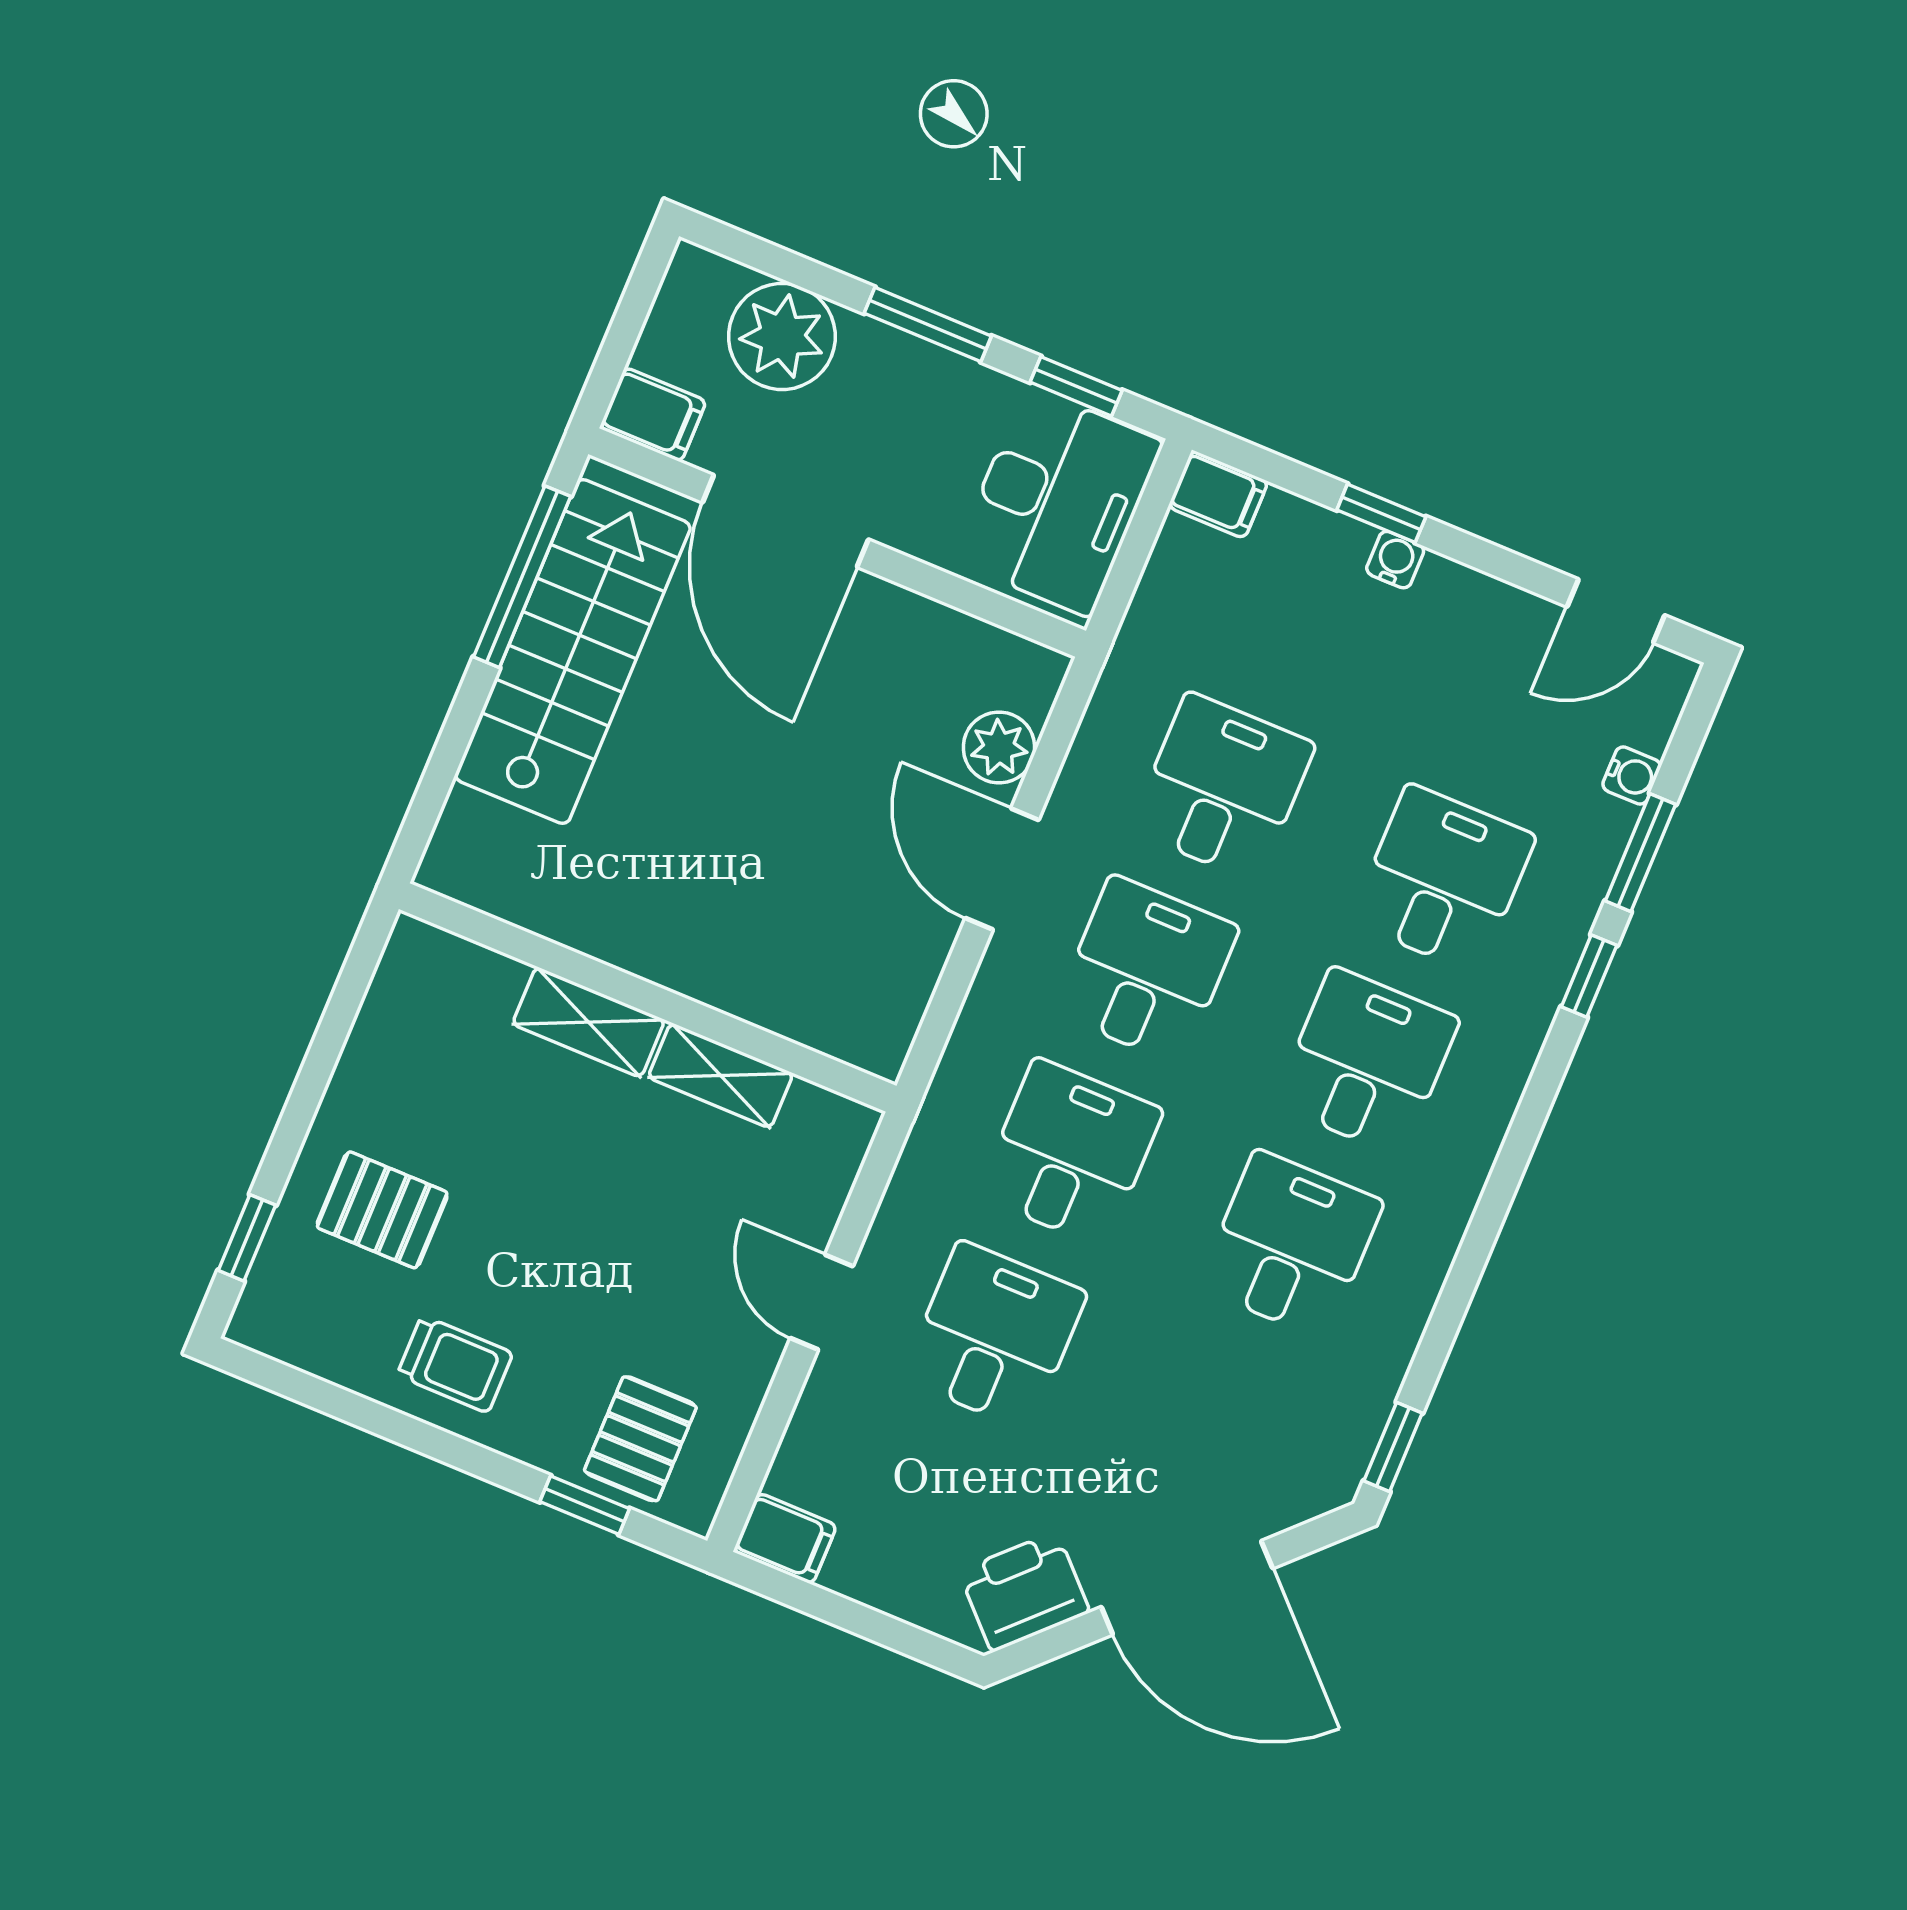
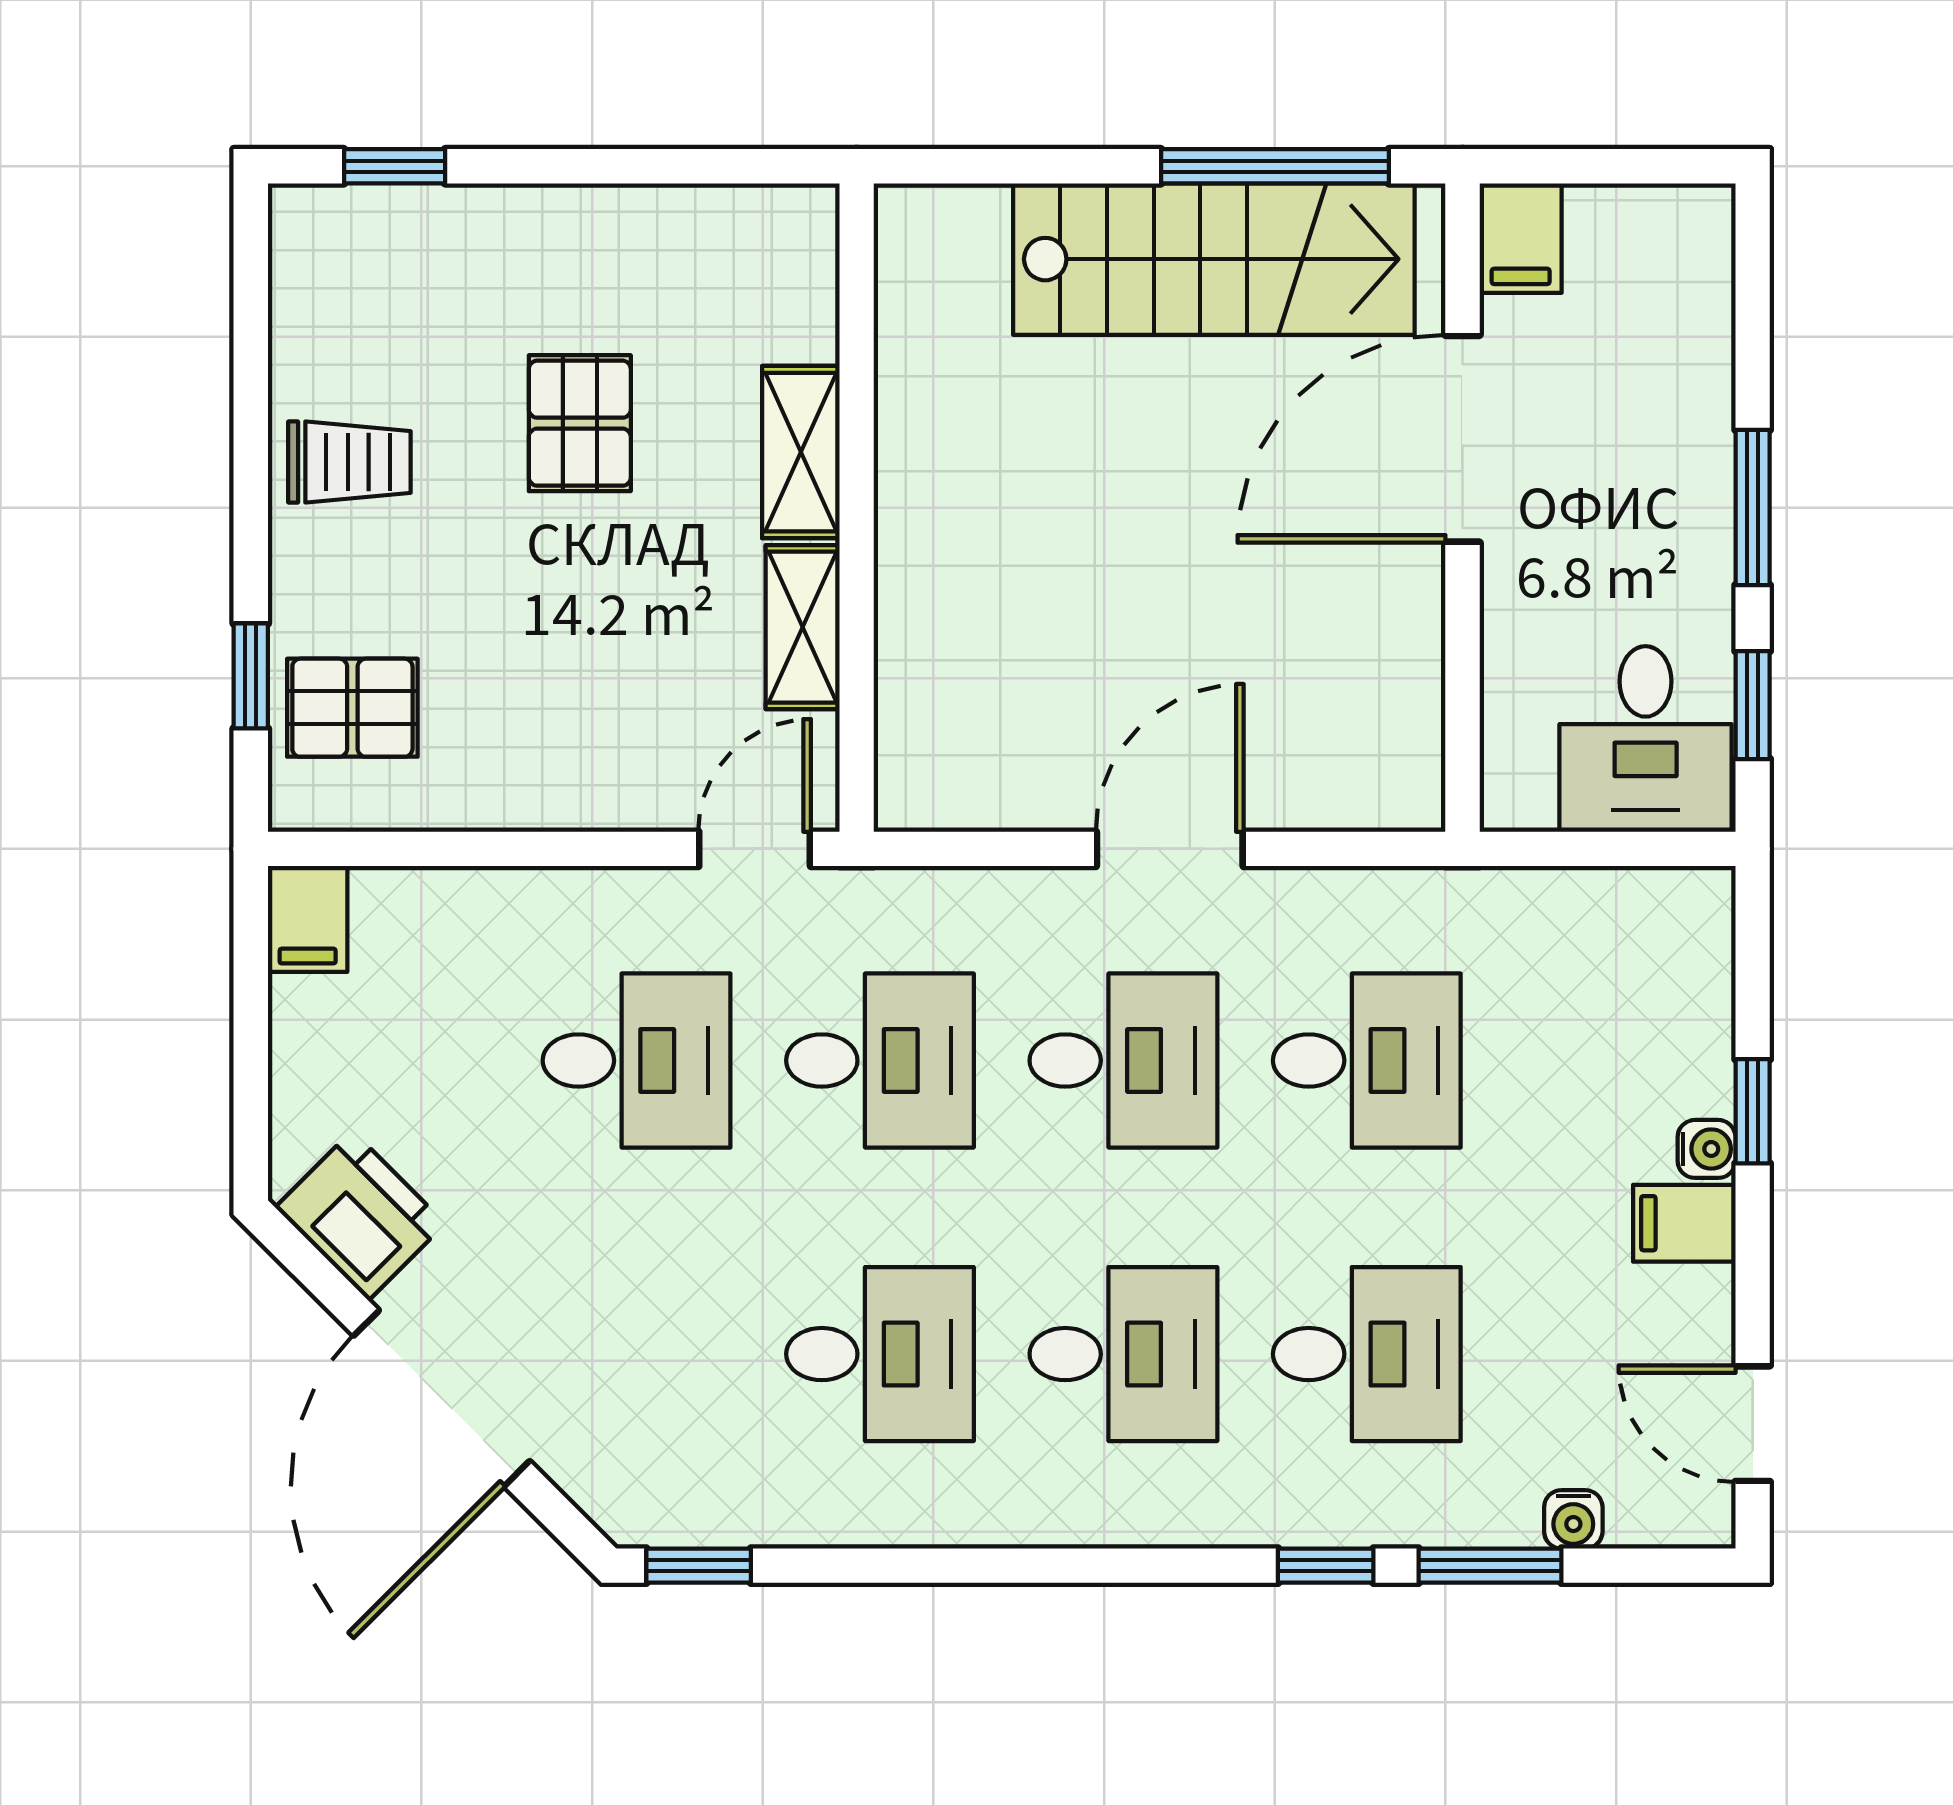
plant: (782, 337) -> (1670, 348), removed
filing cabinet: (1218, 494) -> (1684, 1223), moved, turned 90
desk: (1058, 501) -> (1646, 739), width x0.73
plant: (999, 748) -> (1306, 788), removed
pallet: (382, 1210) -> (580, 423), moved
door: (822, 1302) -> (755, 849), moved
trolley: (455, 1364) -> (349, 462), turned -90

